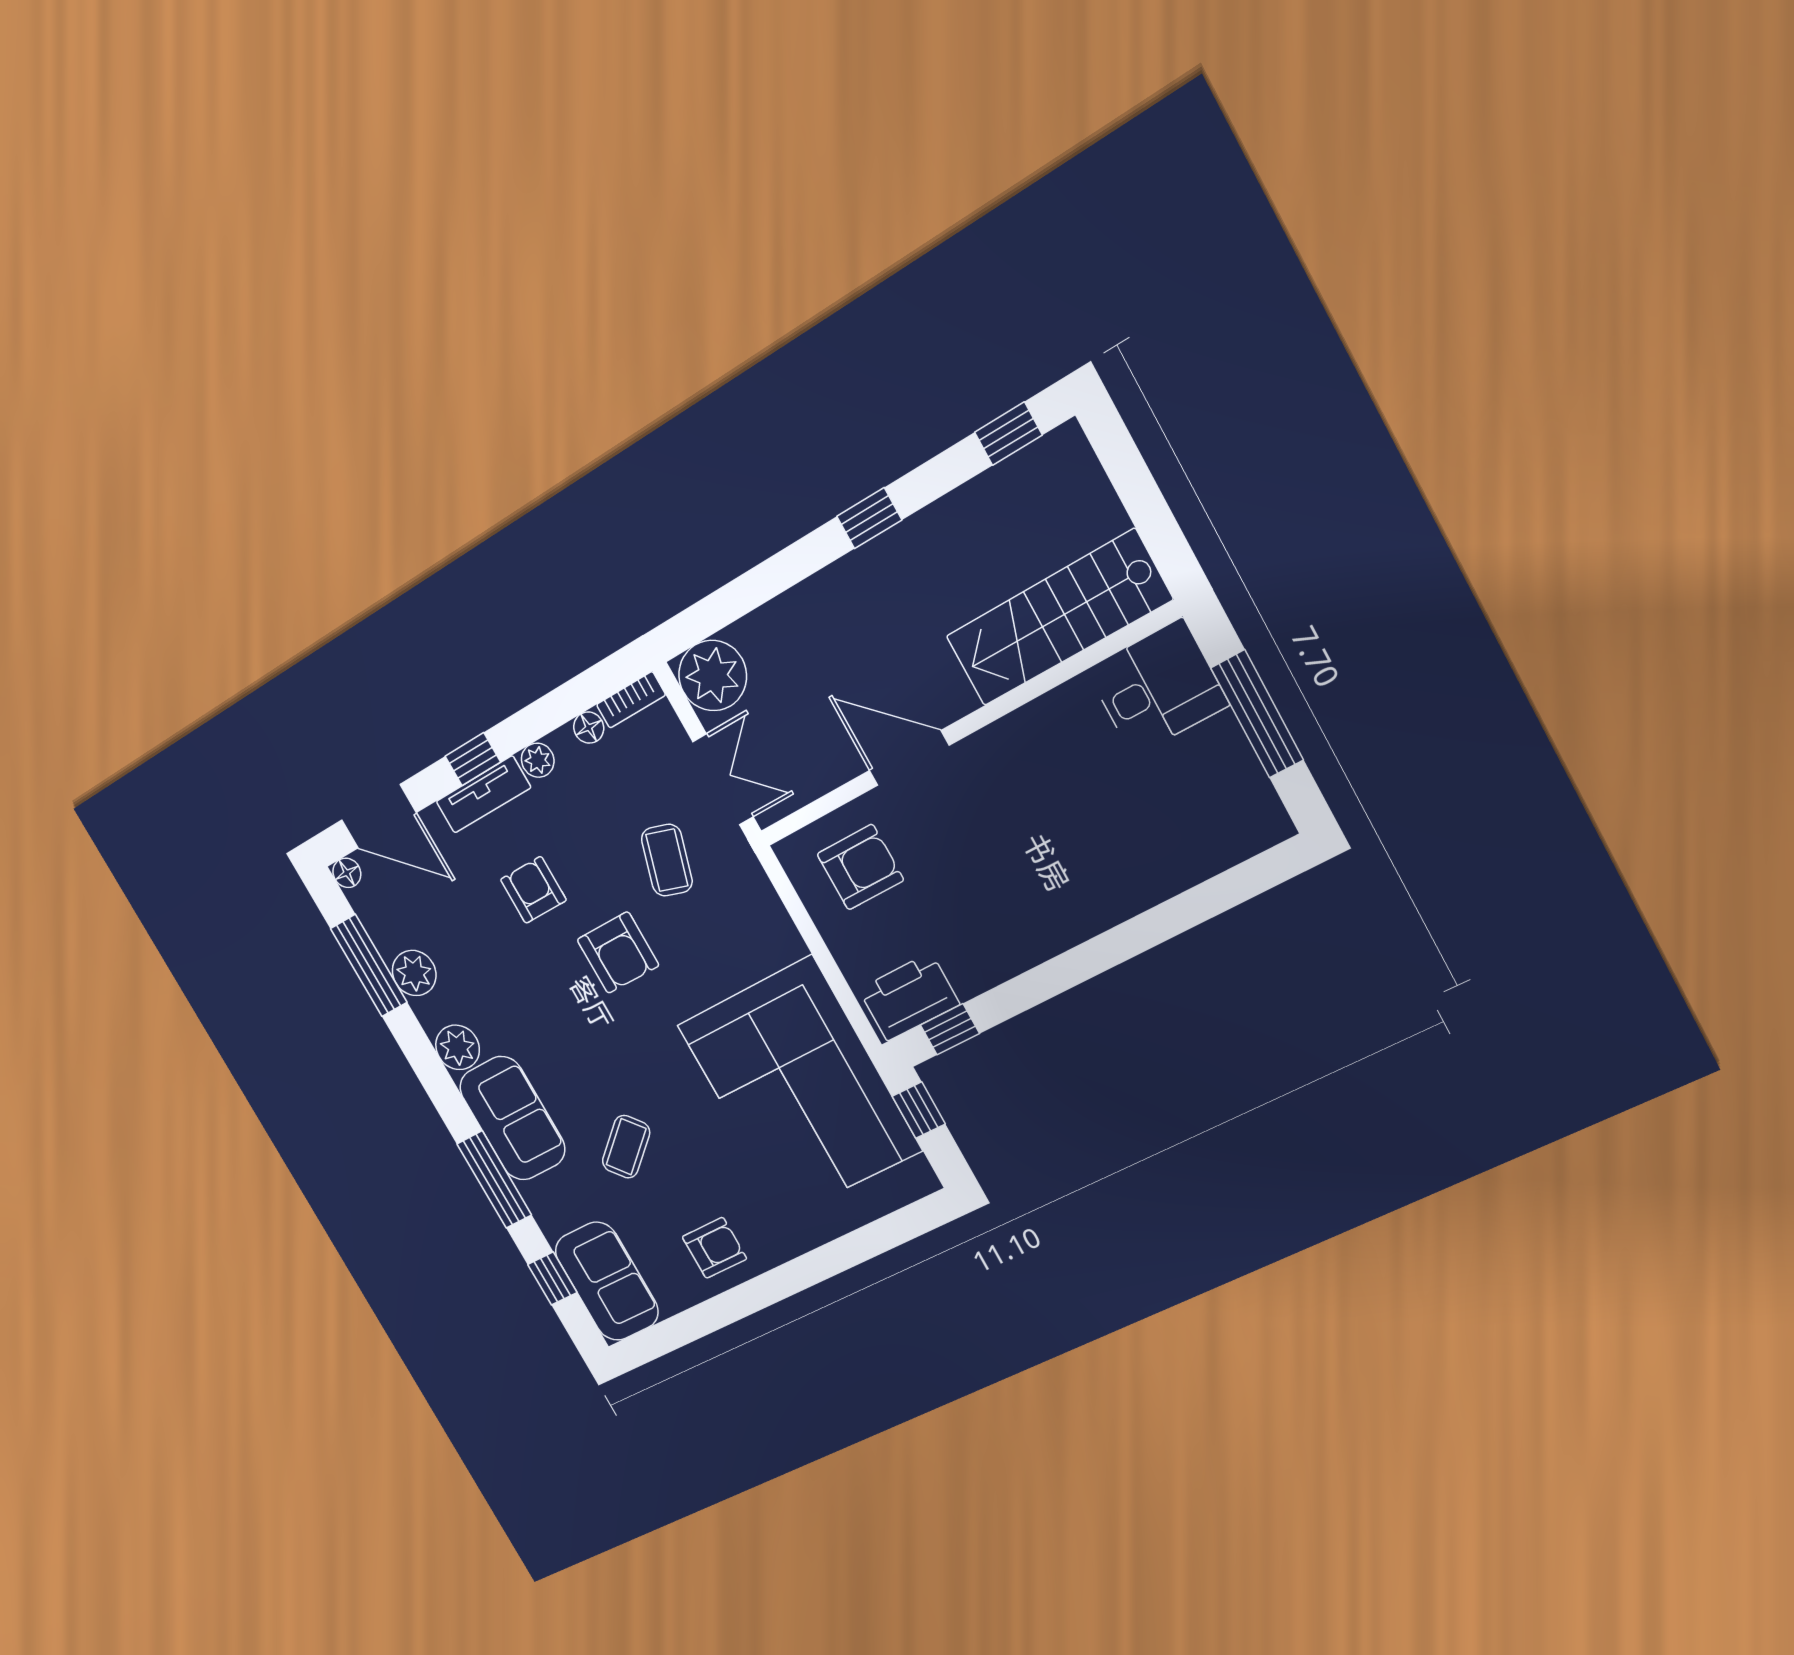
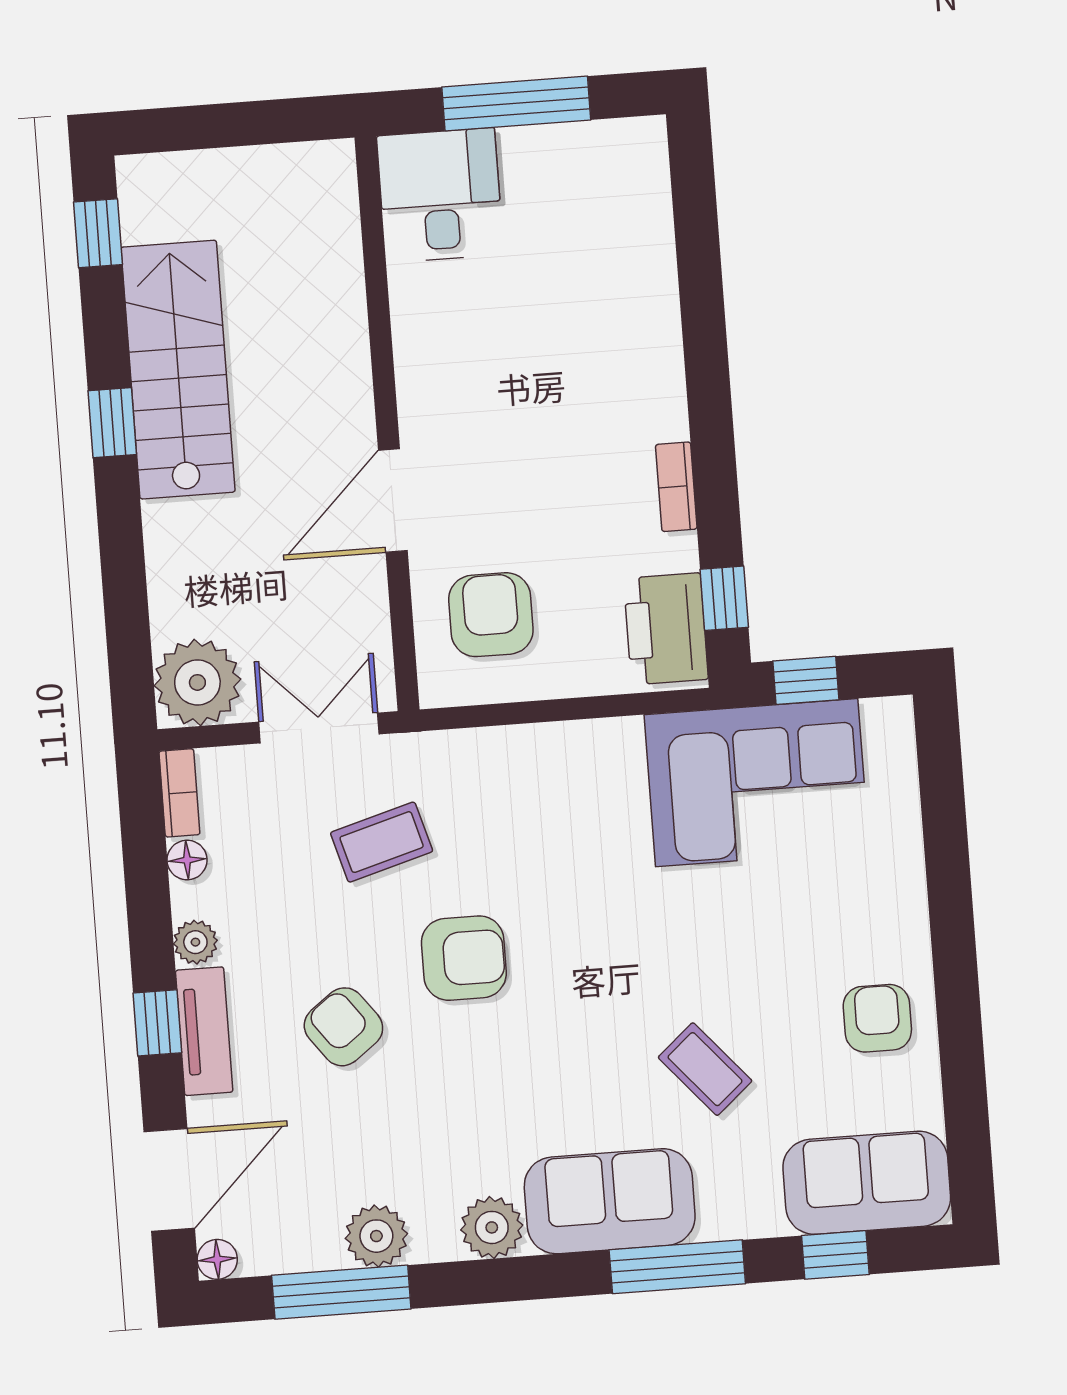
stairs: (1058, 618) -> (178, 370), moved, turned 180
coffee table: (667, 860) -> (382, 842), turned -33
armchair: (533, 890) -> (343, 1027), turned 53
bookcase: (1015, 961) -> (676, 487), added
corner sofa: (799, 1088) -> (757, 783), width x0.73, depth x0.74

